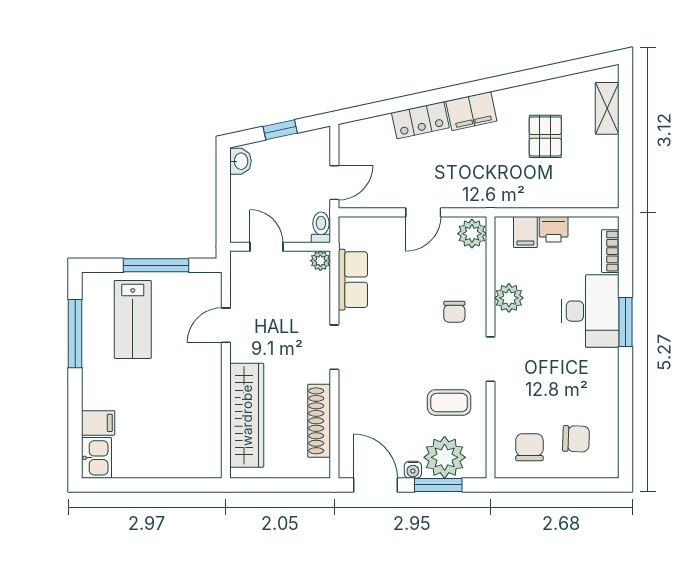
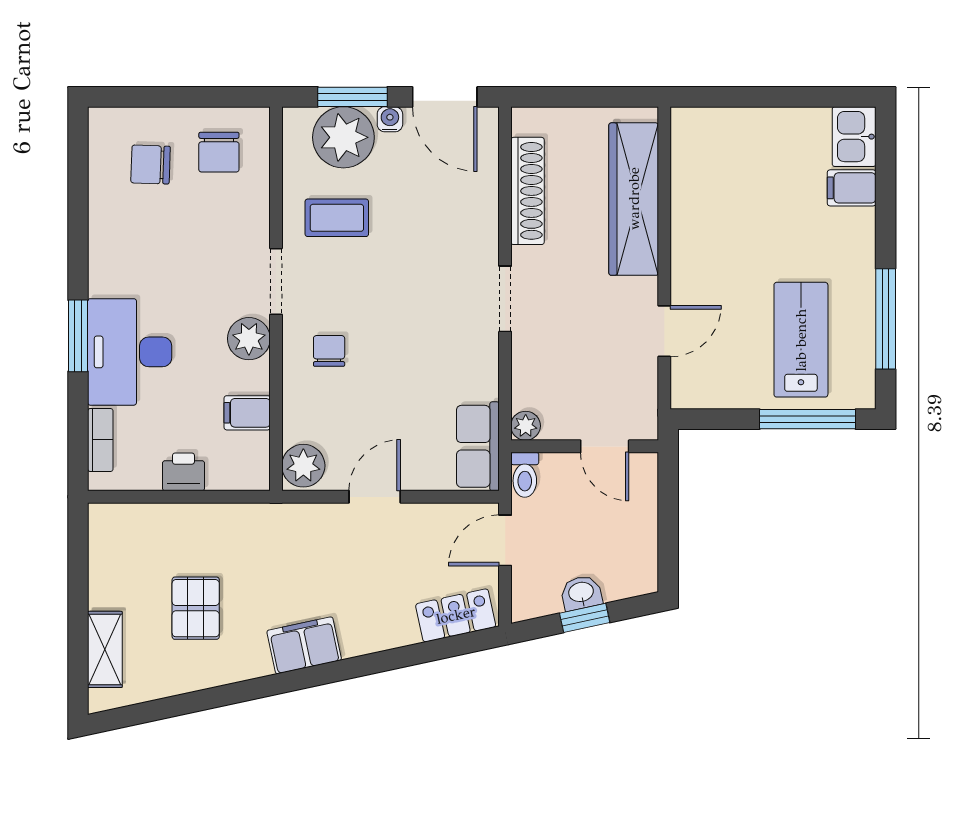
locker: (420, 120) -> (456, 615), moved
washbasin: (240, 161) -> (581, 593), moved, turned 78
filing cabinet: (525, 232) -> (247, 413), moved, turned -90
window: (156, 265) -> (808, 419), moved
row of seats: (353, 280) -> (478, 446), moved
plant: (509, 298) -> (249, 339), moved

